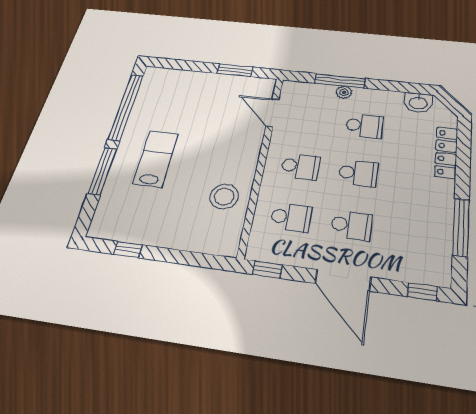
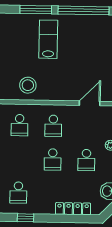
lab bench: (156, 159) -> (48, 39), turned -90
school desk: (351, 225) -> (18, 193), moved
window: (461, 227) -> (25, 218), width x0.46

